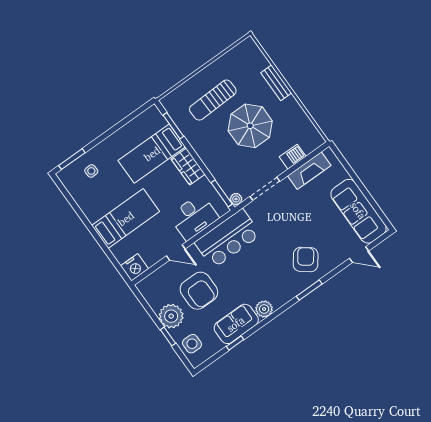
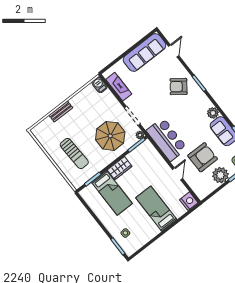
parasol: (250, 126) -> (110, 136), moved
barbecue: (293, 157) -> (99, 85), moved
desk: (194, 217) -> (153, 163), removed

